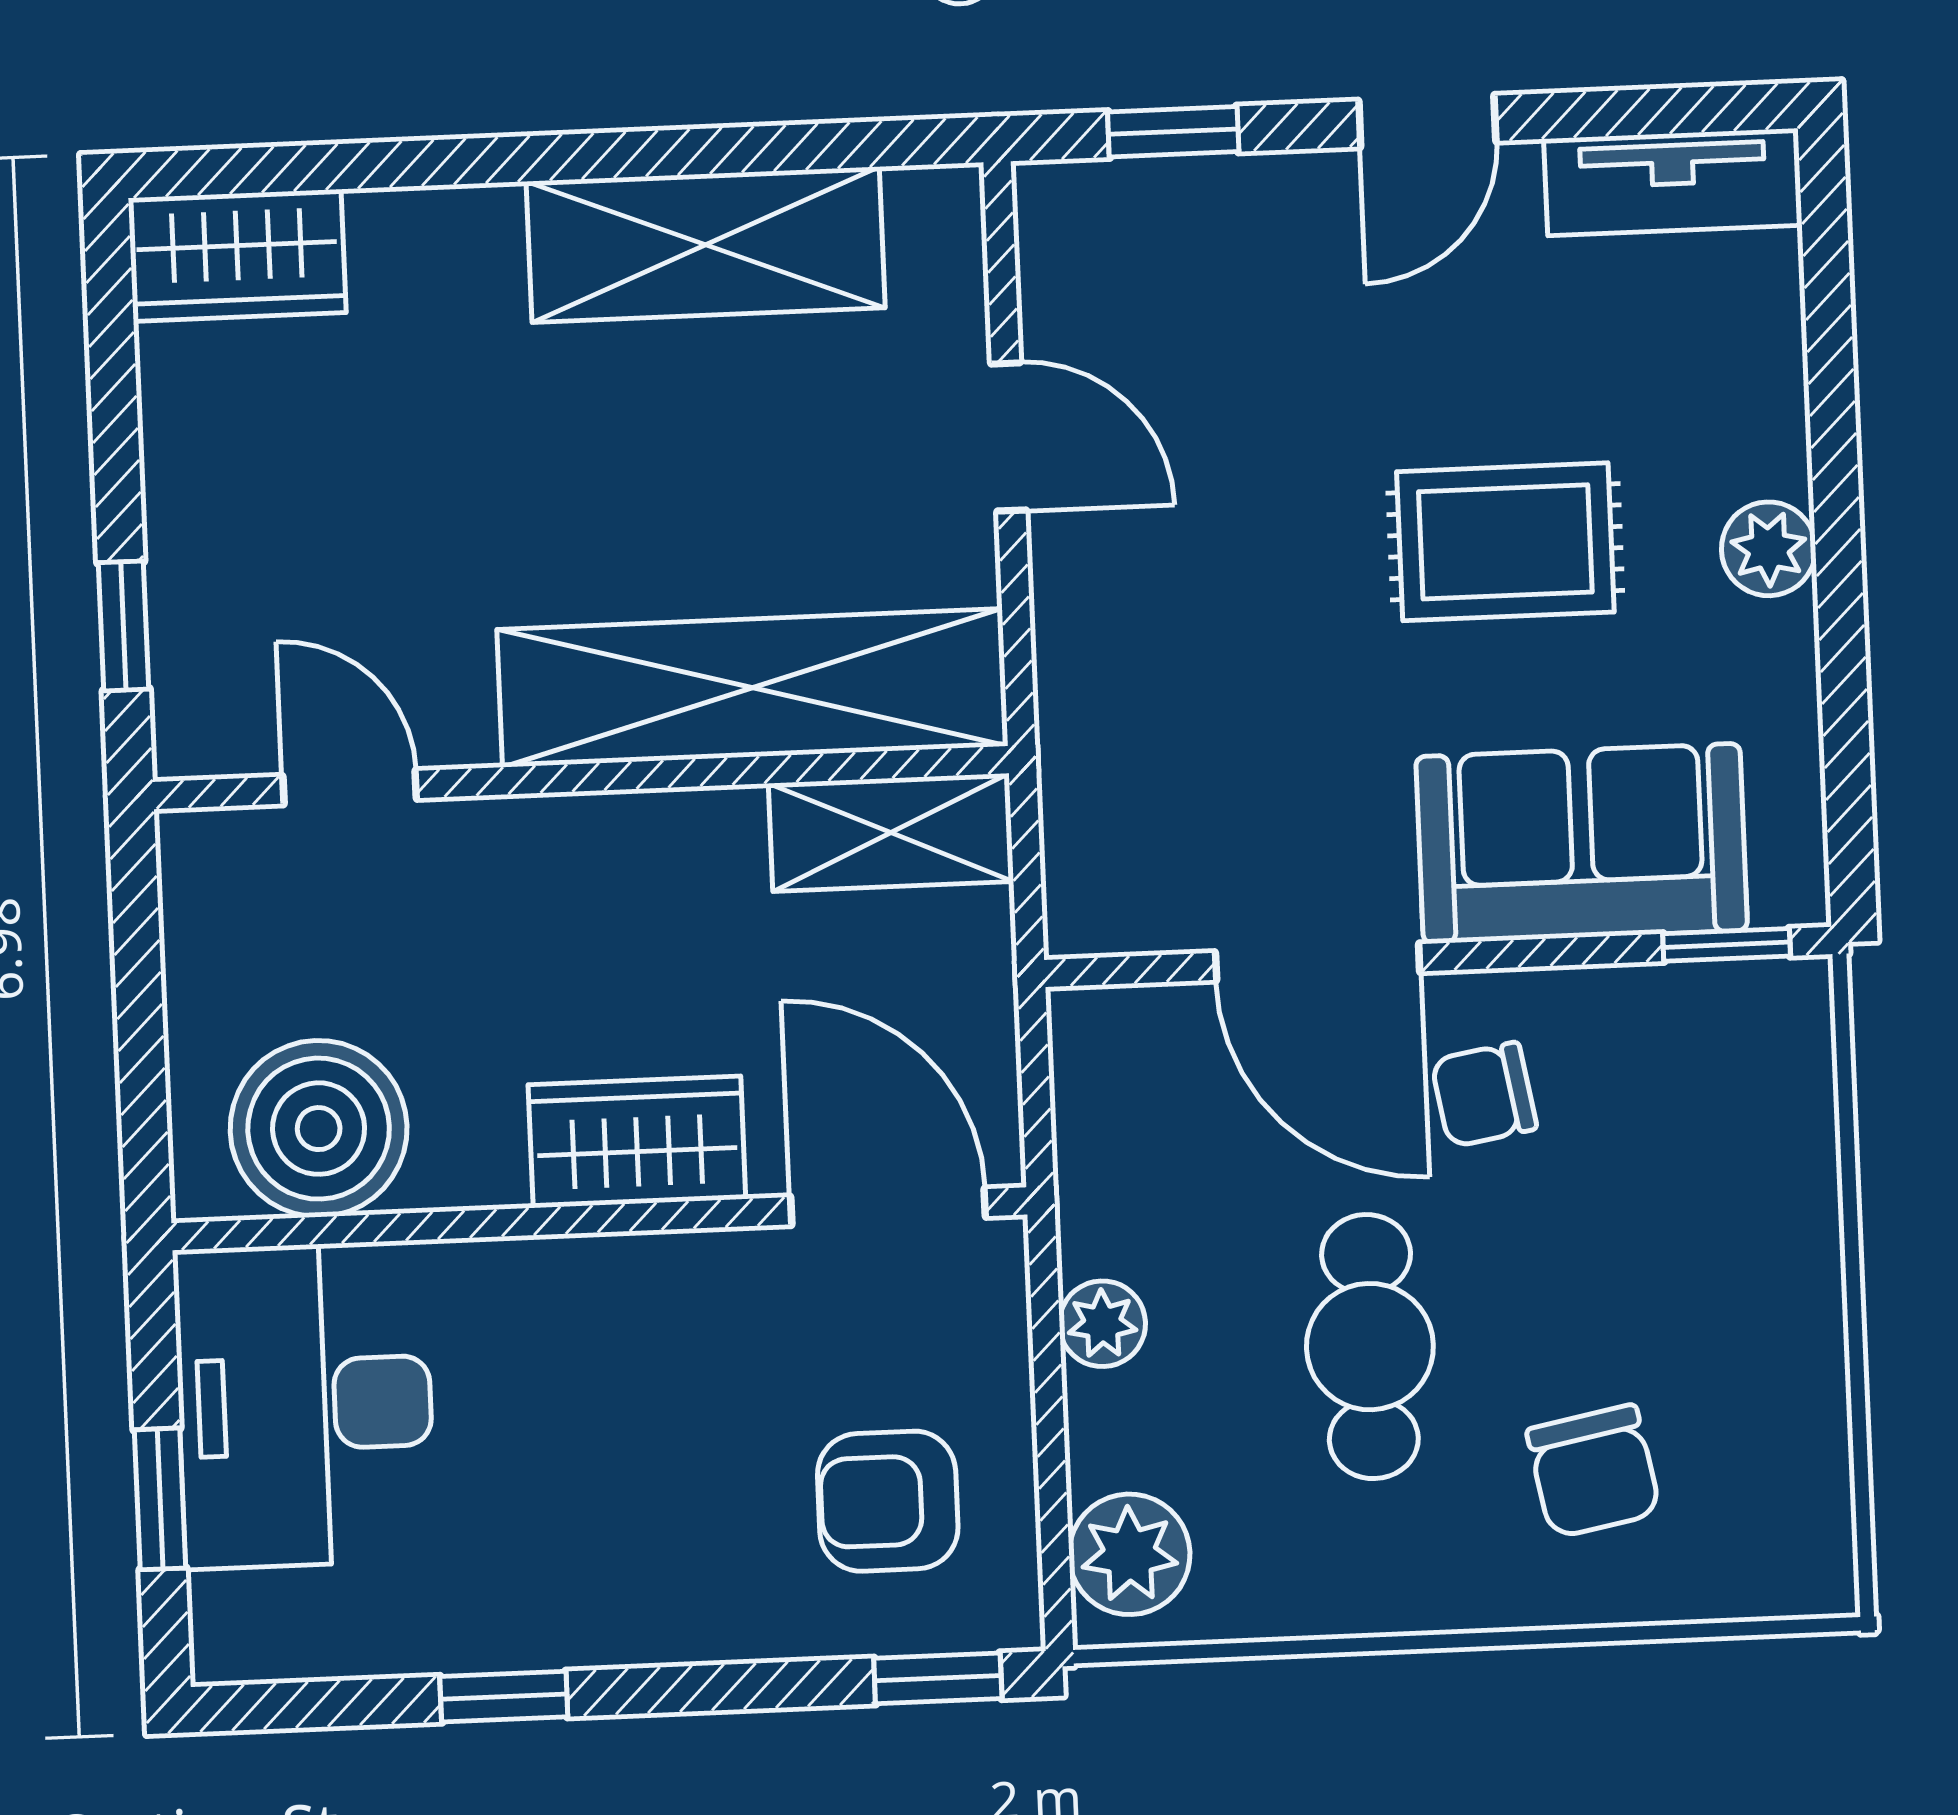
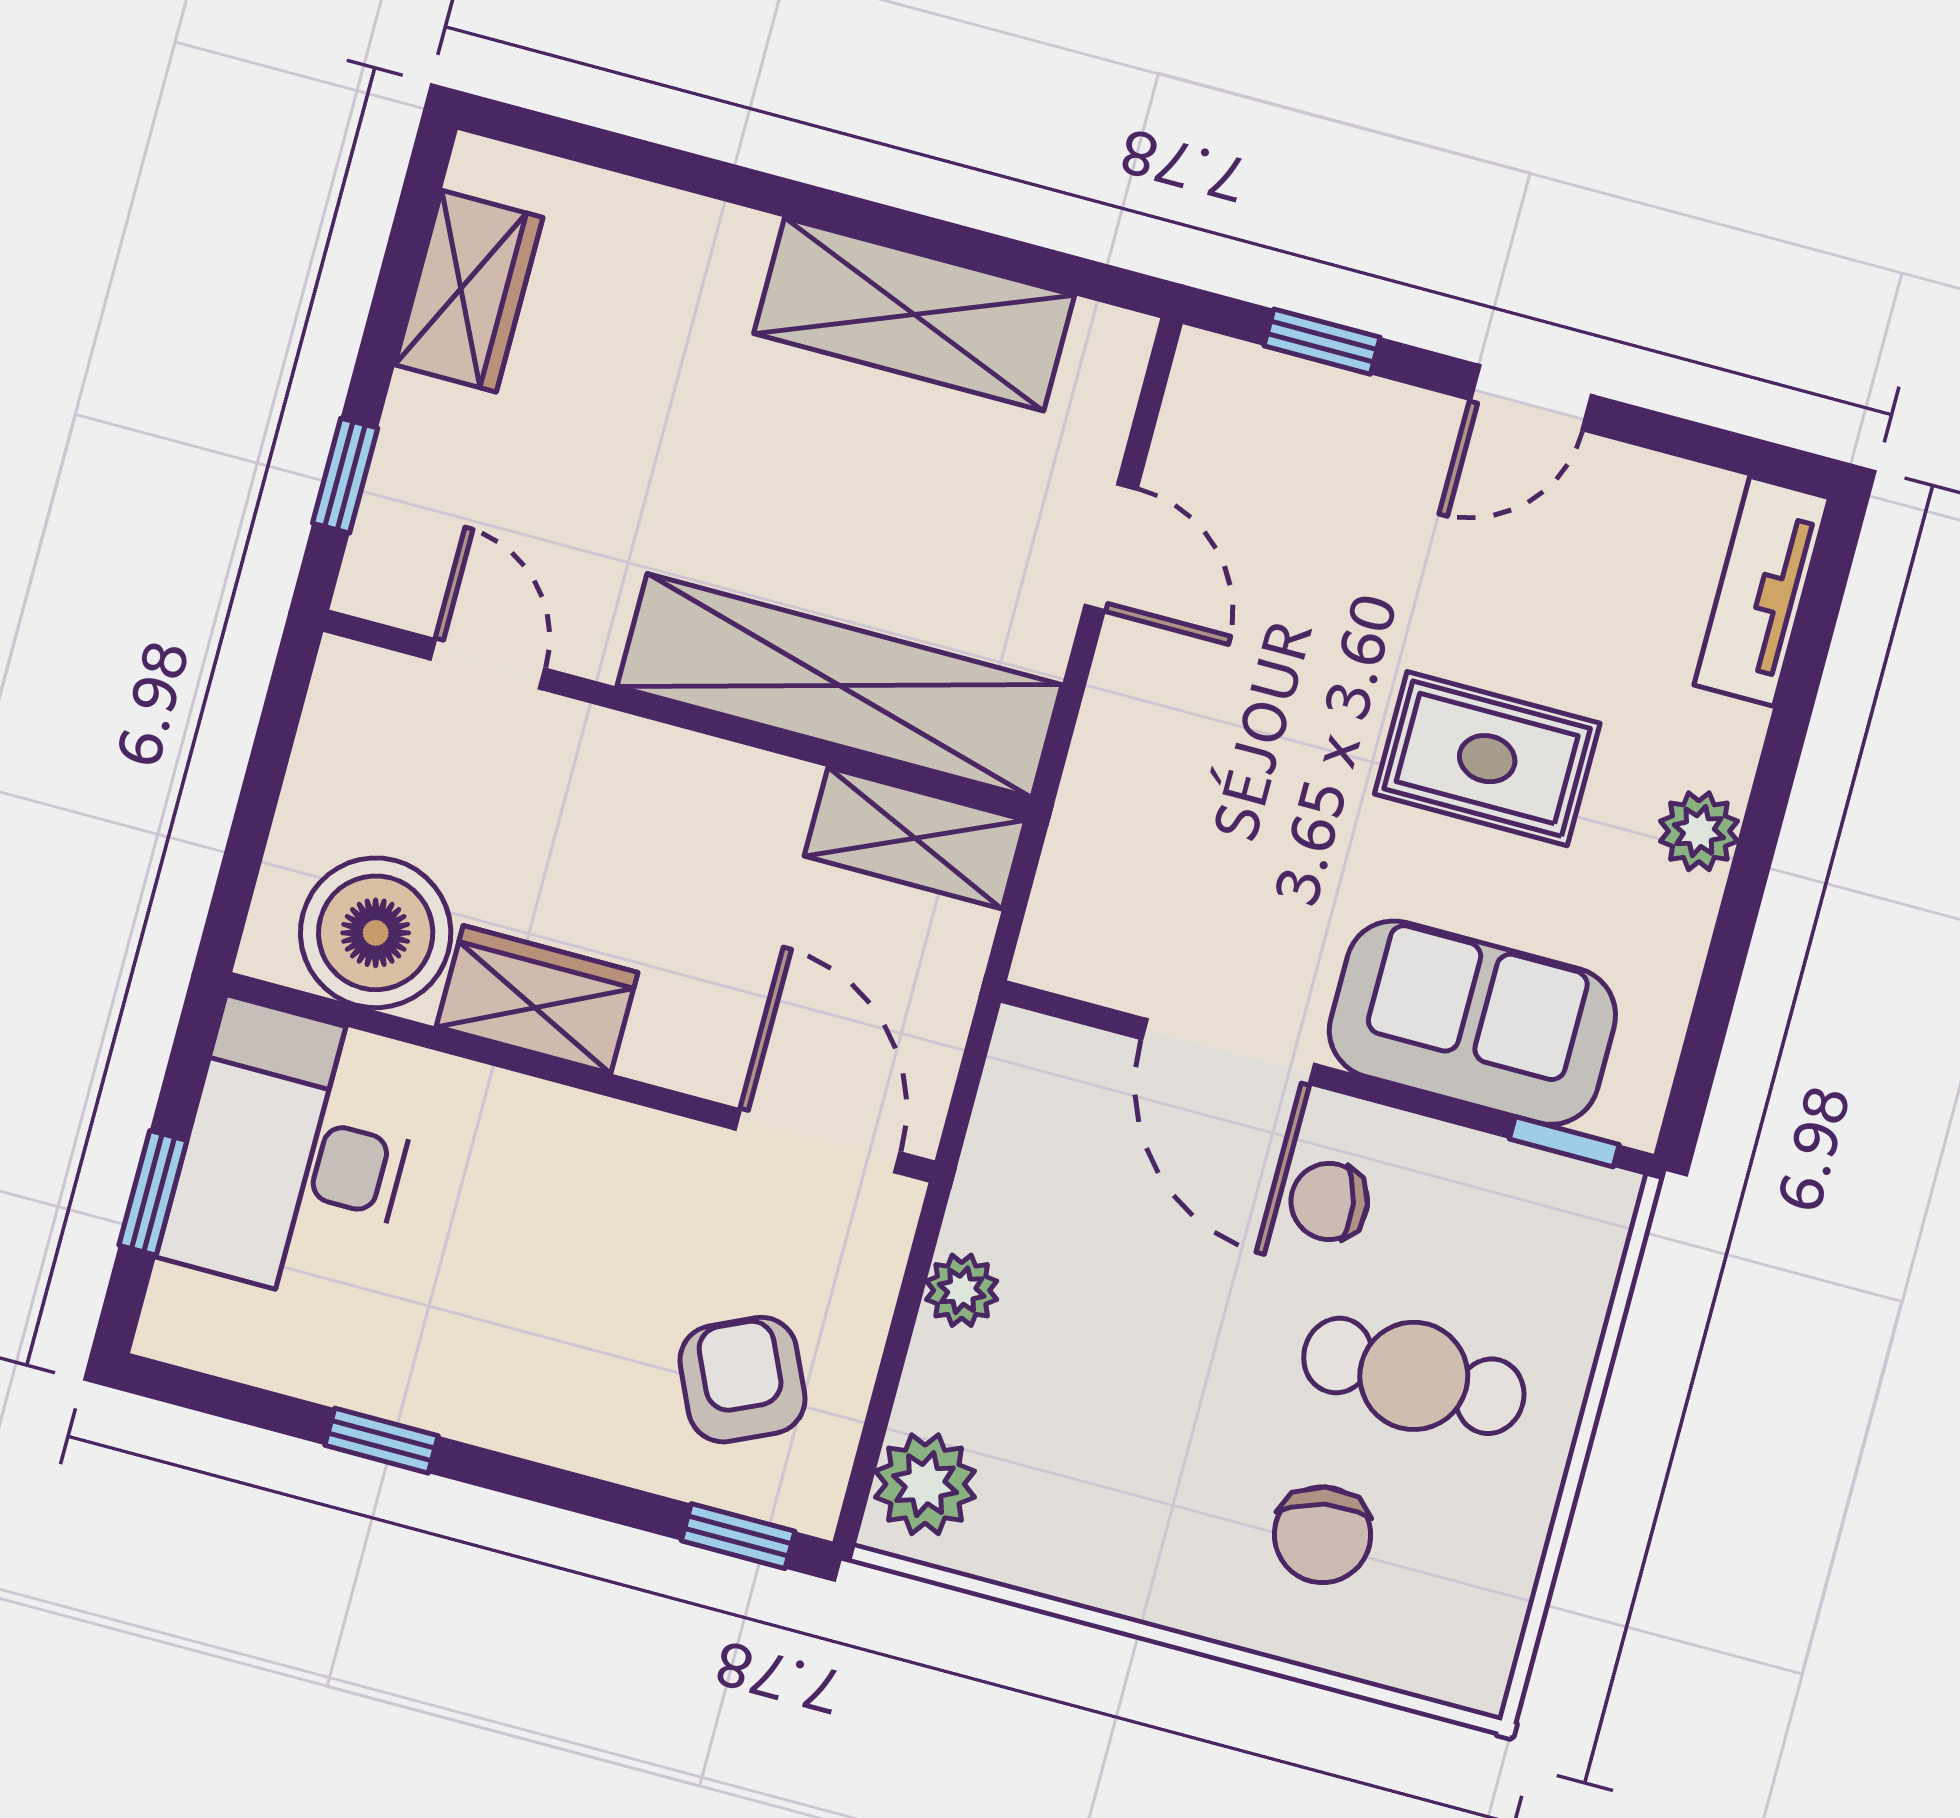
tv unit: (1673, 182) -> (1762, 591), moved, turned 90
wardrobe: (237, 255) -> (469, 291), moved, turned -90
wardrobe: (637, 1142) -> (537, 1000), moved
cafe table: (1370, 1347) -> (1414, 1376), moved, turned 90
armchair: (888, 1501) -> (742, 1380), turned 65

